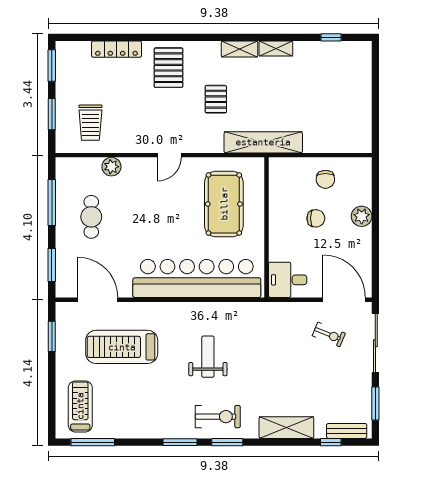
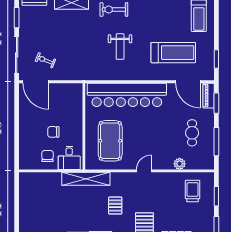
plant: (362, 216) -> (25, 133), removed
piano: (64, 277) -> (209, 96), added
desk: (288, 280) -> (69, 158), moved, turned 90

